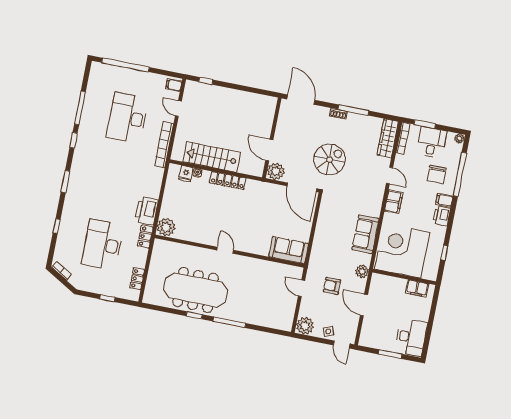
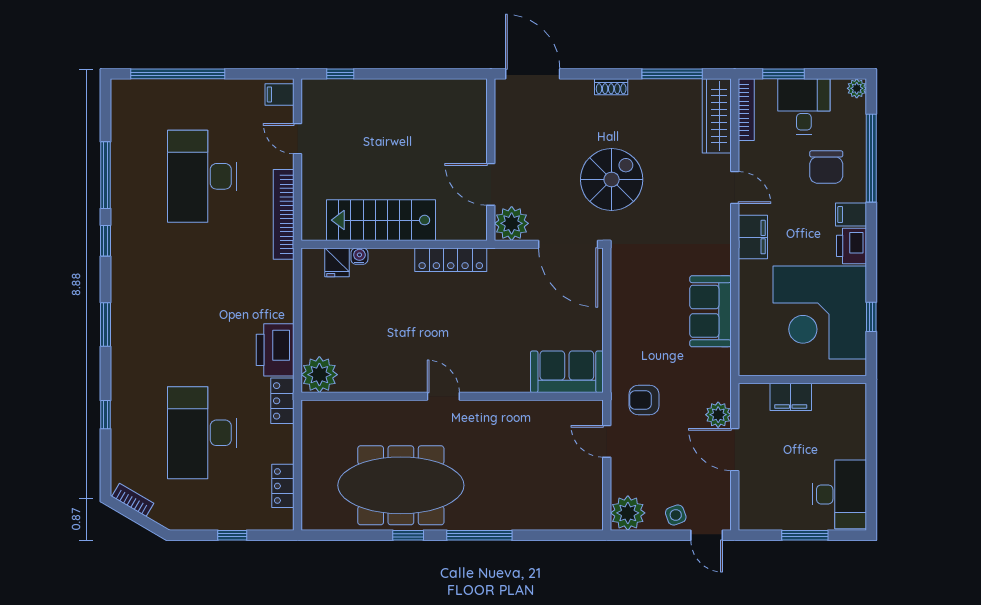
window: (354, 110) -> (672, 74), moved
locker: (228, 181) -> (451, 260), moved
corner desk: (402, 251) -> (820, 312), moved, turned -90
plant: (362, 271) -> (718, 415), moved
armchair: (332, 286) -> (644, 400), moved
filing cabinet: (417, 288) -> (791, 397), moved

